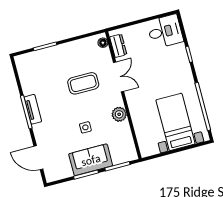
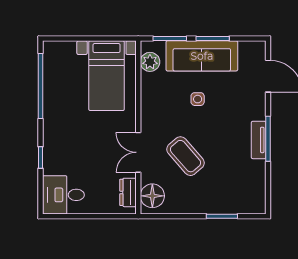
floor lamp: (103, 43) -> (152, 196), width x1.89, depth x1.89
coffee table: (83, 83) -> (185, 156), turned 49
plant: (119, 114) -> (150, 62), moved
bed with nightstands: (176, 122) -> (107, 76), moved
sofa: (91, 160) -> (202, 56), width x1.36

